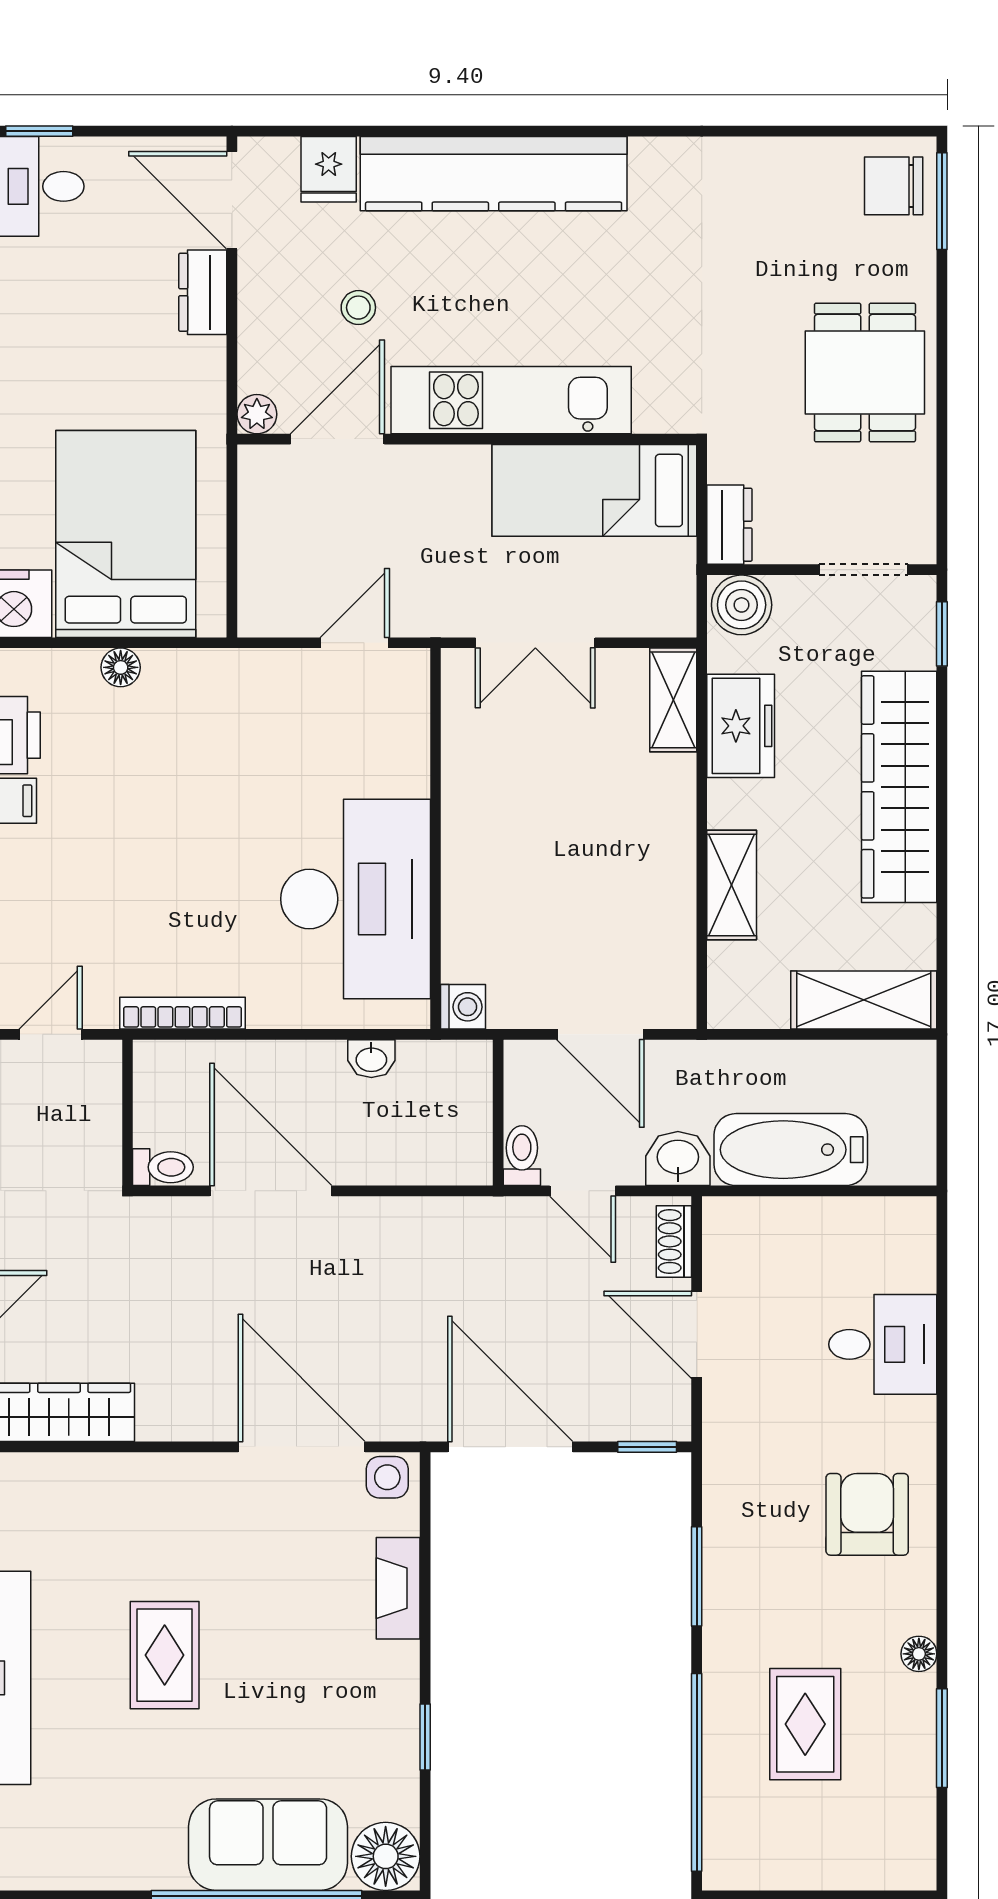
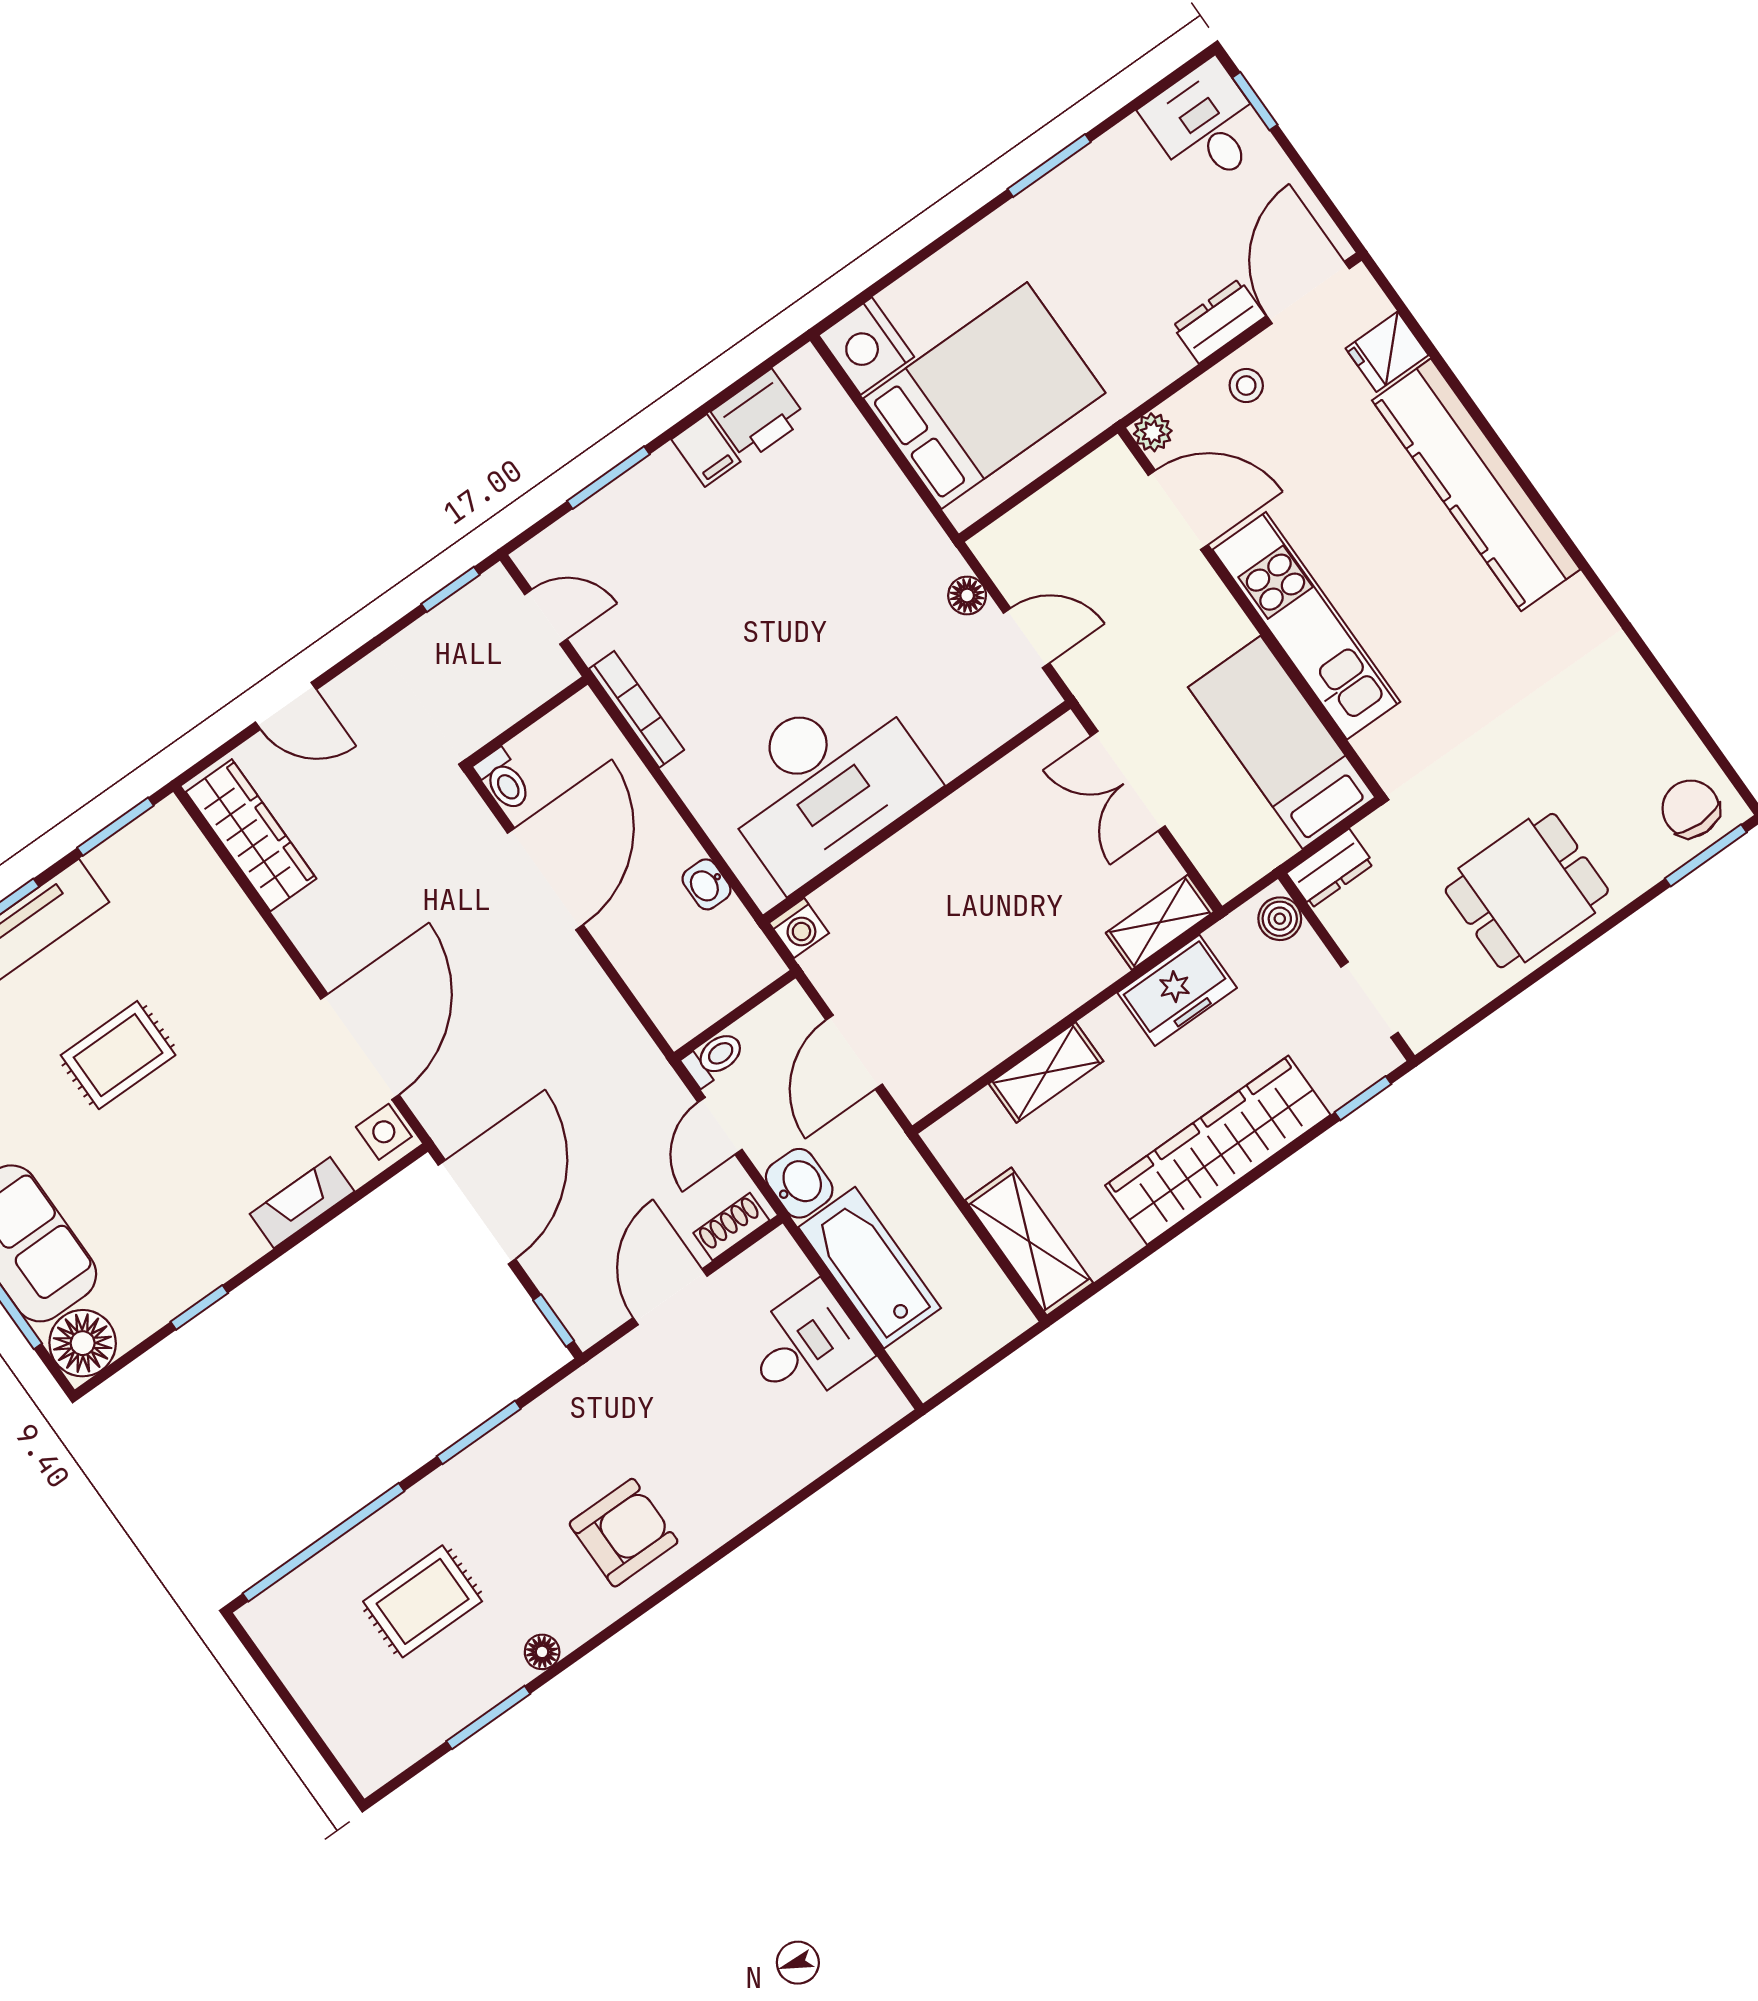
stool: (358, 308) -> (1246, 386), moved
boiler: (742, 605) -> (1280, 919), width x0.73, depth x0.73
floor lamp: (121, 667) -> (967, 595), moved
desk: (883, 1344) -> (806, 1346), moved, turned -90

